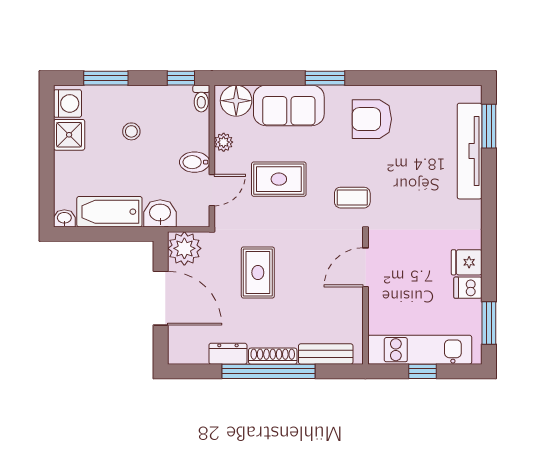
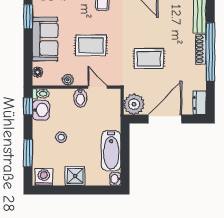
floor lamp: (236, 101) -> (38, 72), width x0.53, depth x0.53
shower: (69, 135) -> (75, 176), moved
rug: (279, 179) -> (91, 46), turned 90
washbasin: (160, 213) -> (41, 110), moved, turned 180
dresser: (228, 354) -> (199, 103), moved

